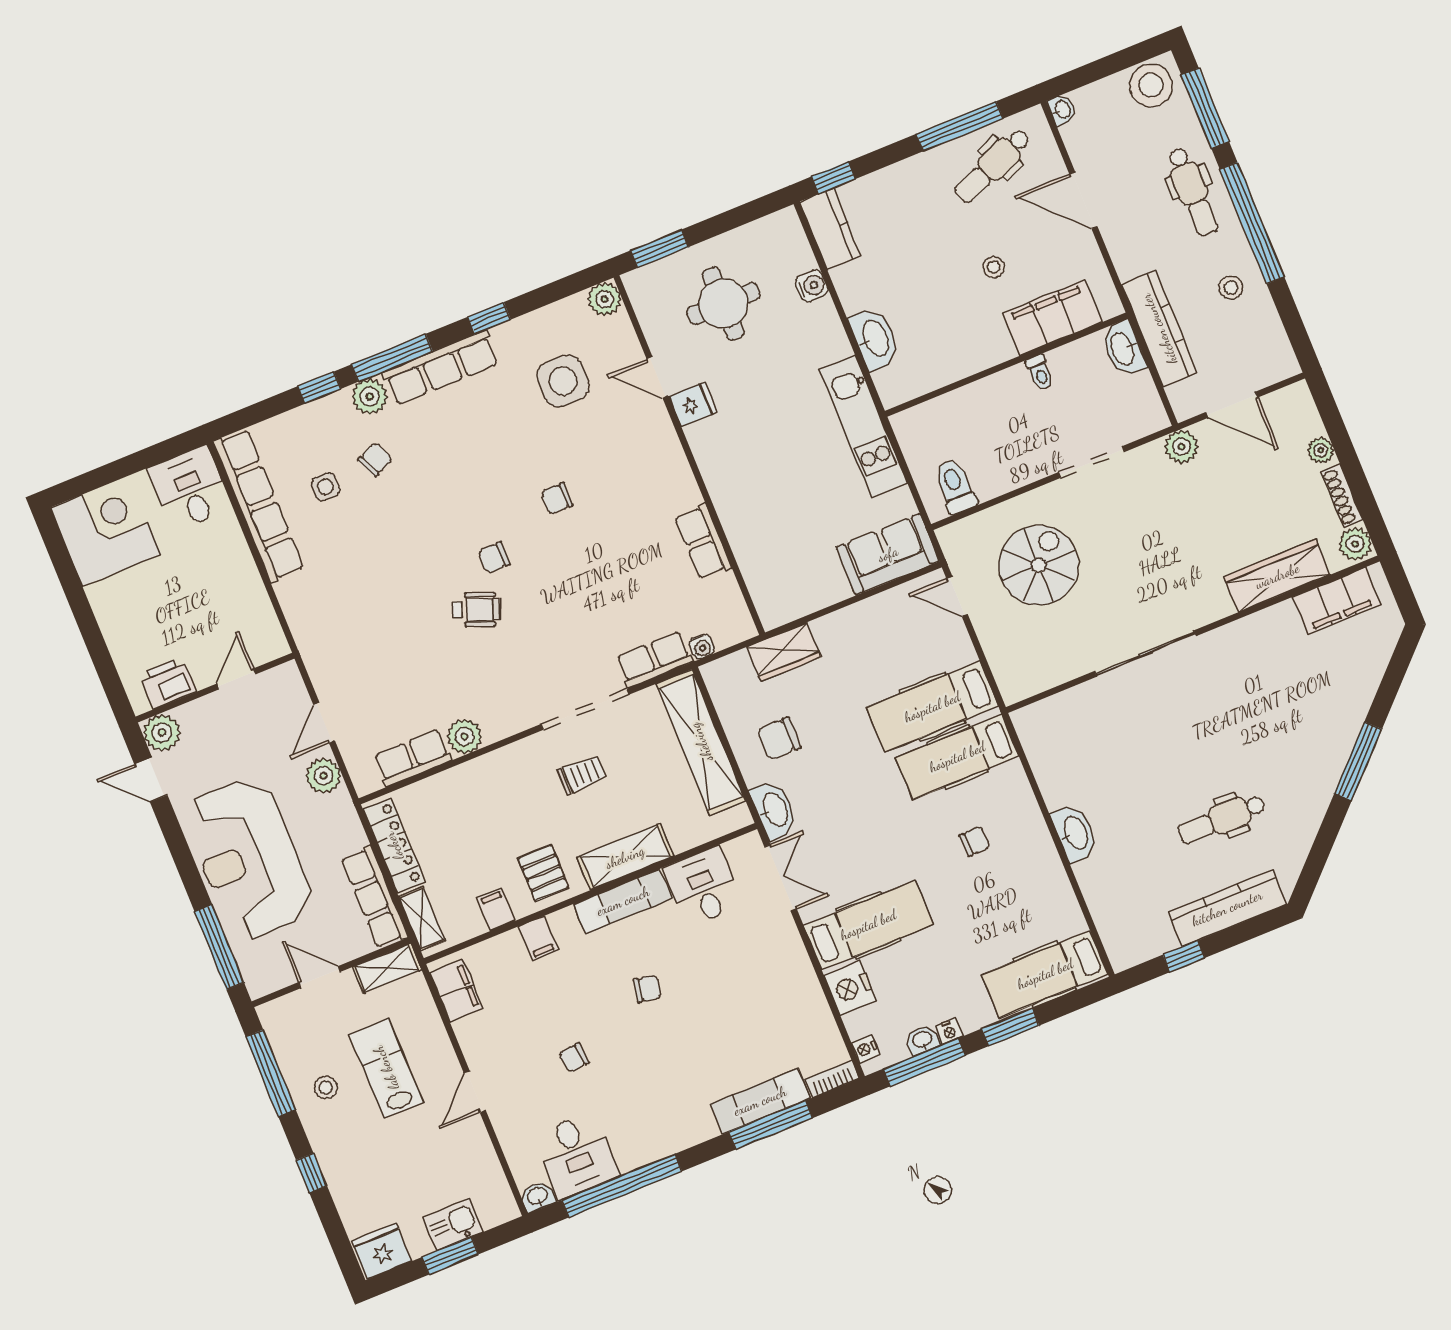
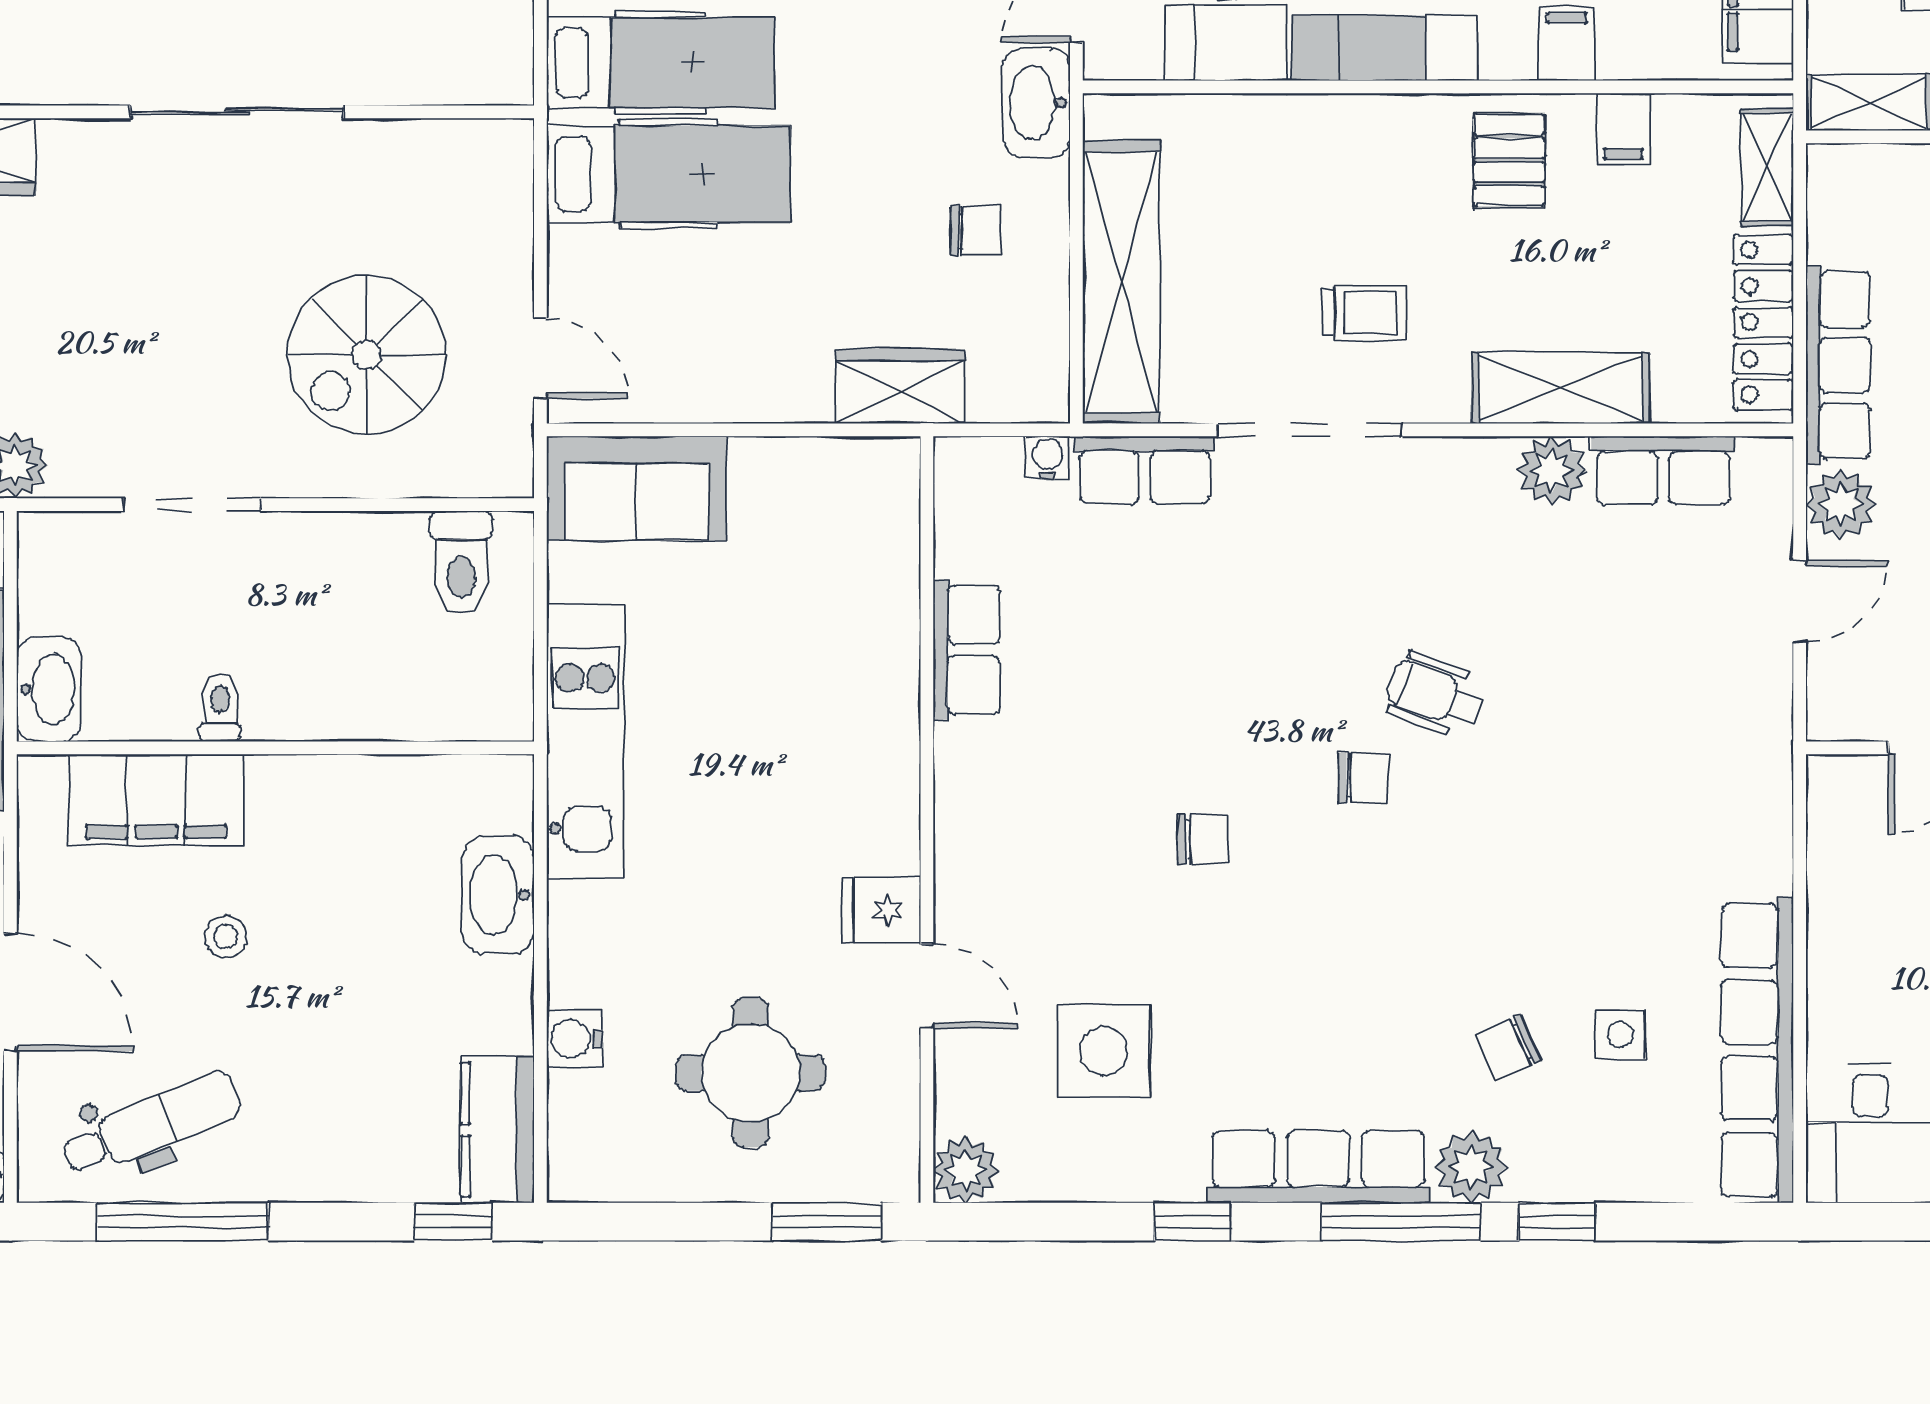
chair: (779, 739) -> (975, 230), width x0.73, depth x0.73
trolley: (582, 774) -> (1365, 313), turned 180
shelving: (625, 857) -> (1561, 388), moved
row of seats: (375, 897) -> (1838, 365), moved

